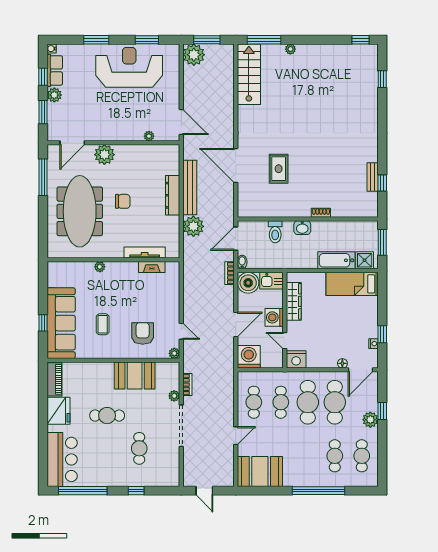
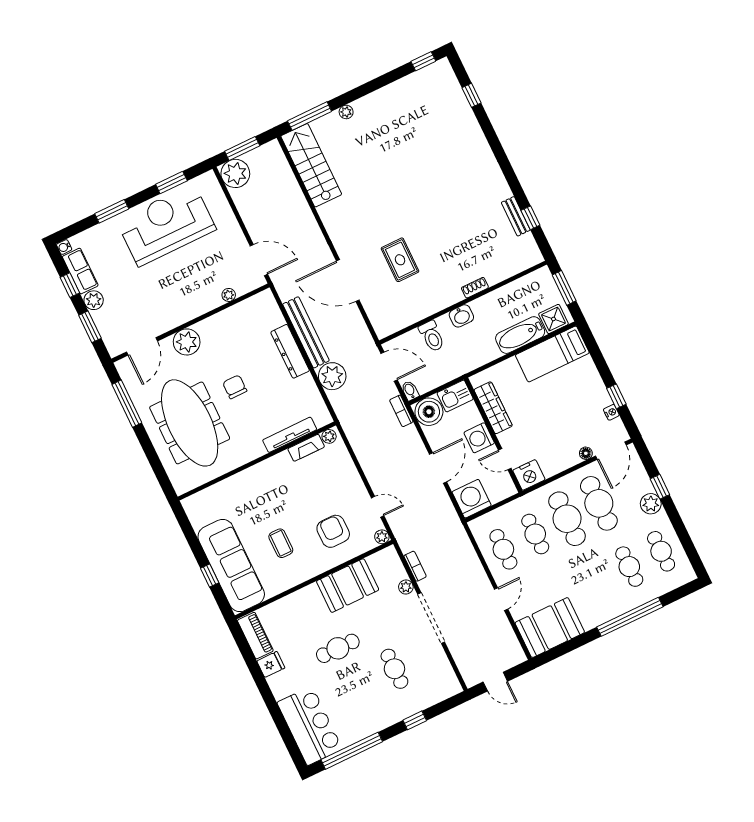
chair: (123, 201) -> (235, 387), turned -90
door: (236, 239) -> (389, 367), swing flipped
plant: (100, 267) -> (329, 436), moved
fridge: (58, 411) -> (271, 664), width x0.53, depth x0.75

